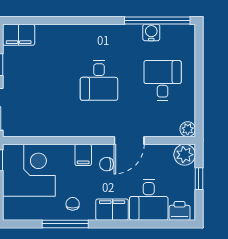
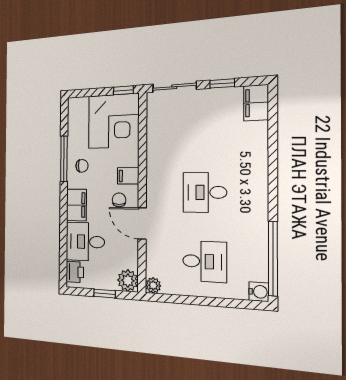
water cooler: (151, 32) -> (259, 292), moved

